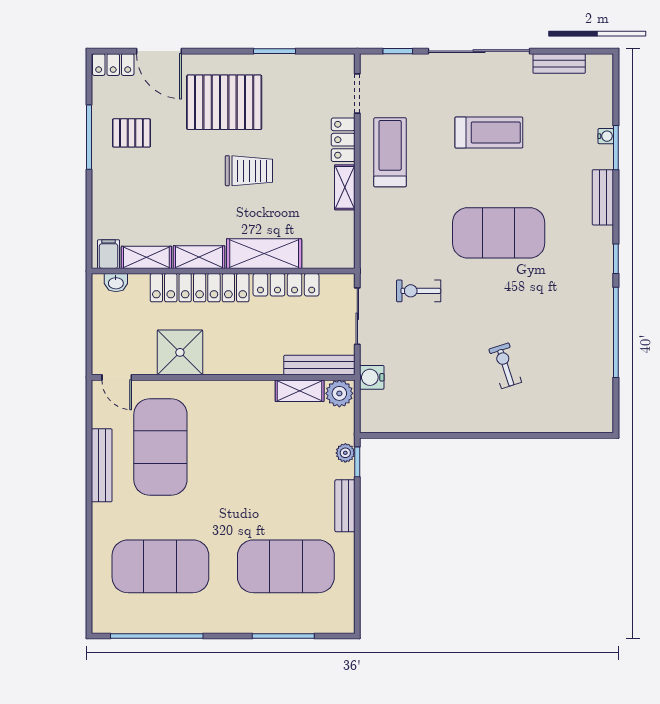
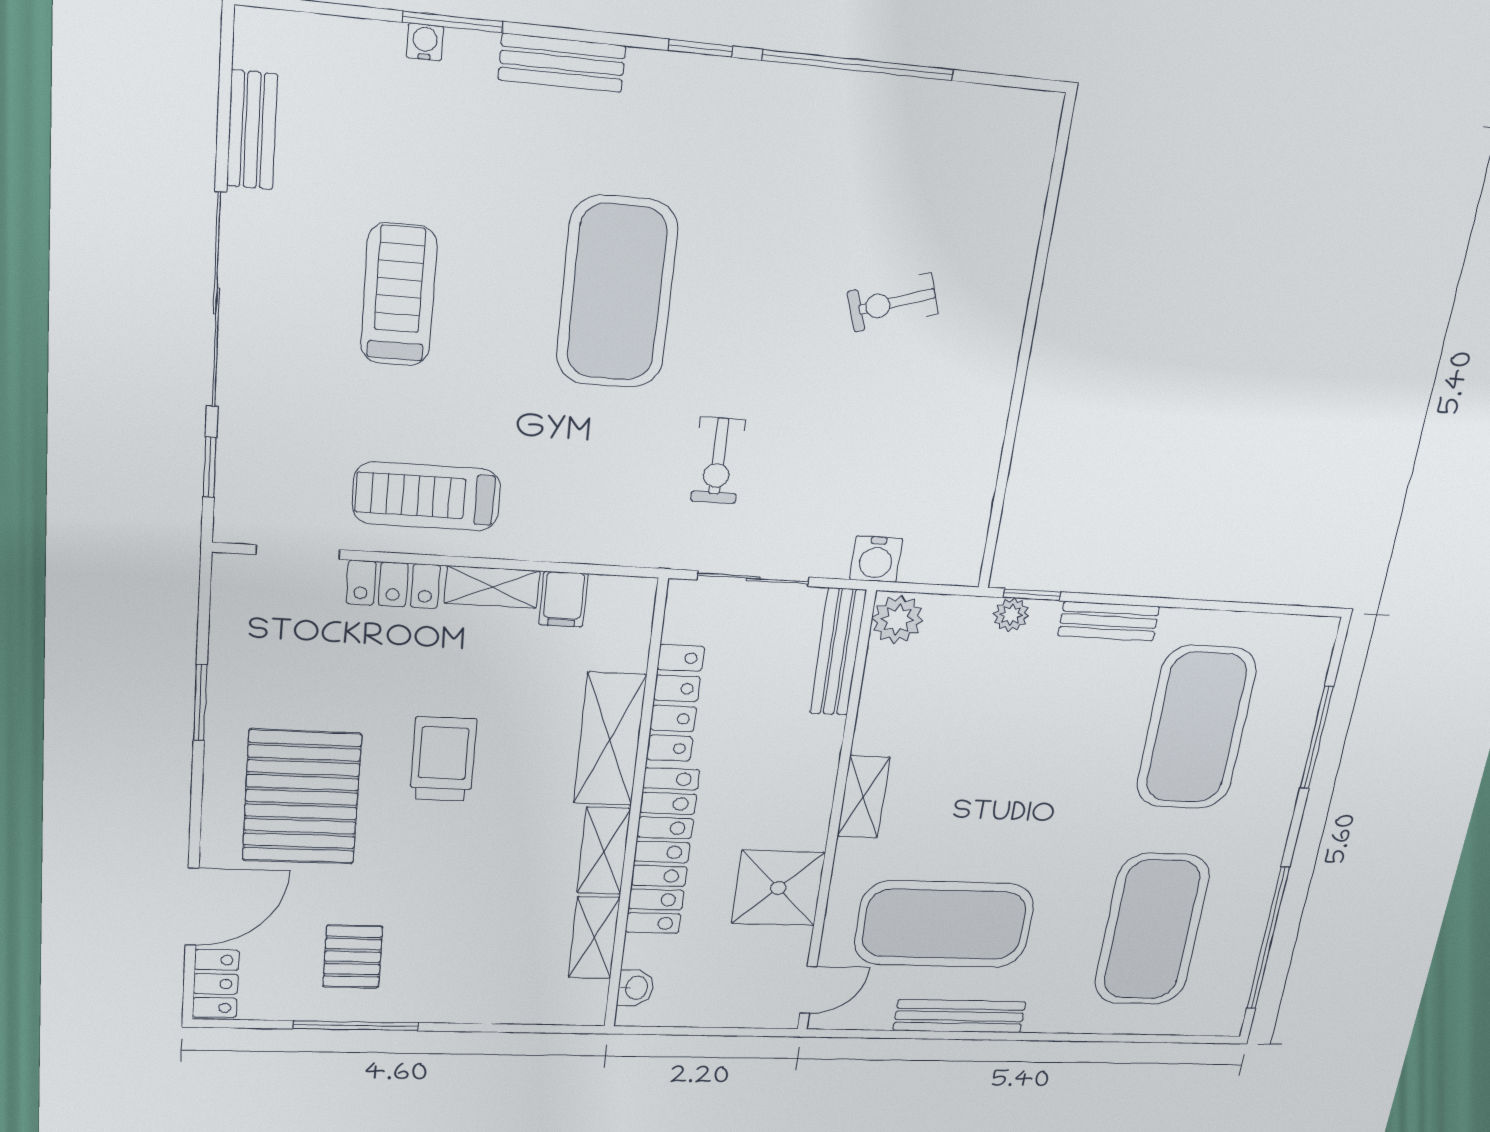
filing cabinet: (109, 254) -> (563, 599), moved, turned -90
shelving: (300, 391) -> (864, 797), moved

